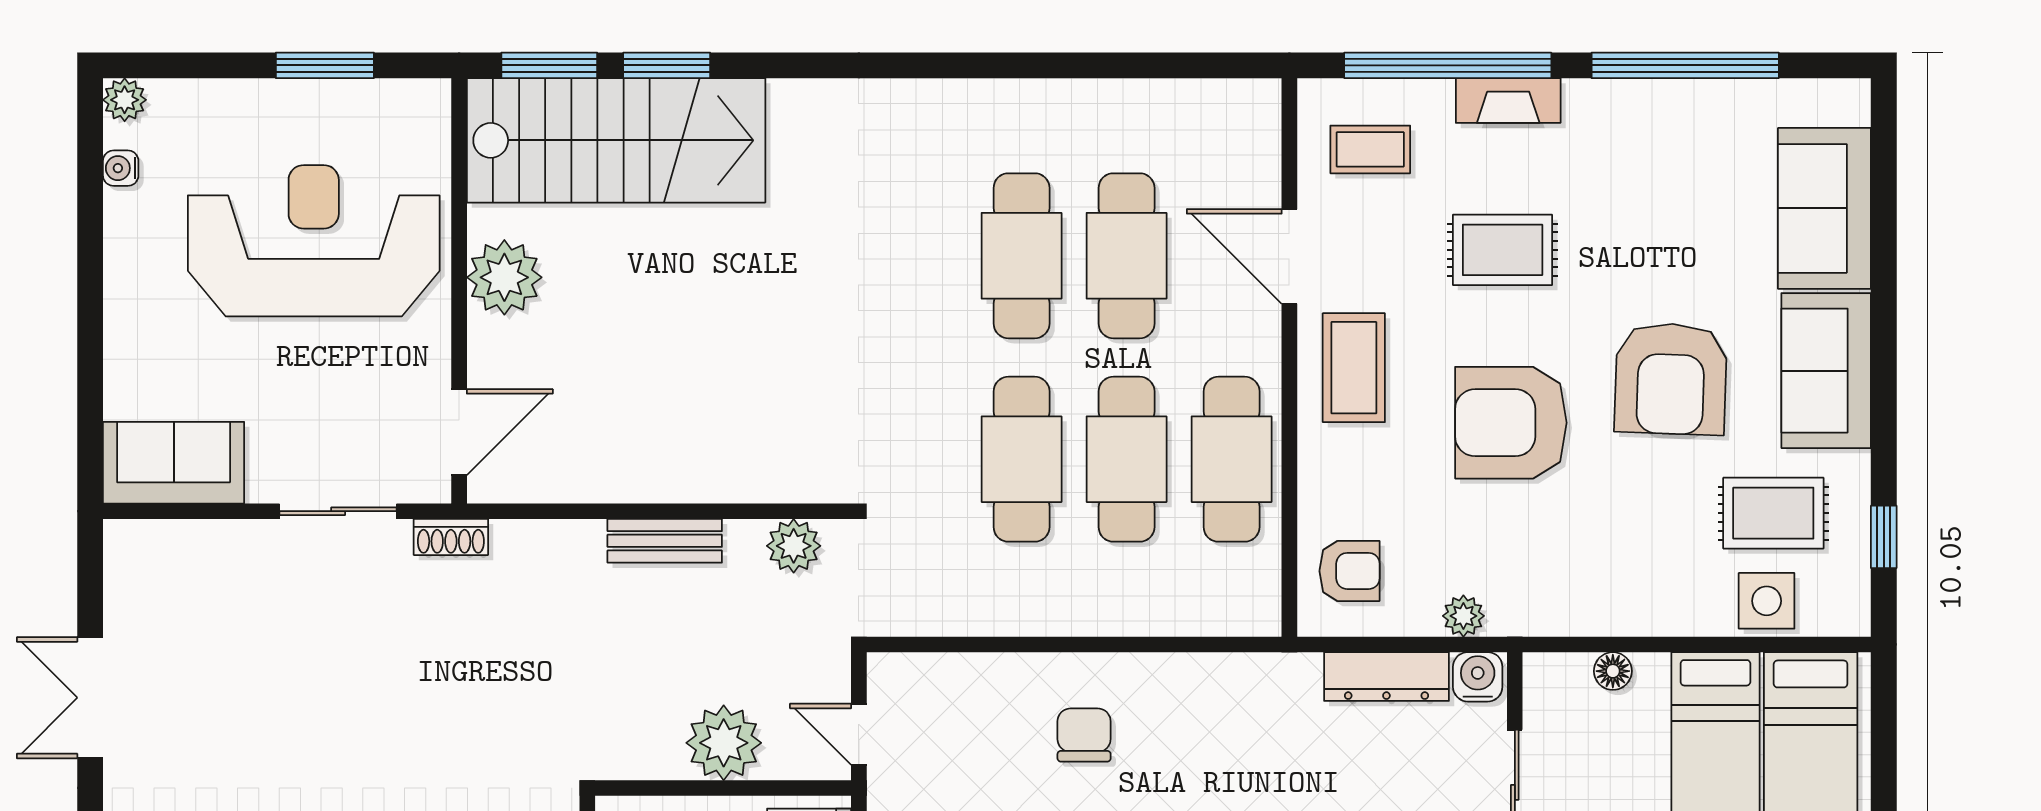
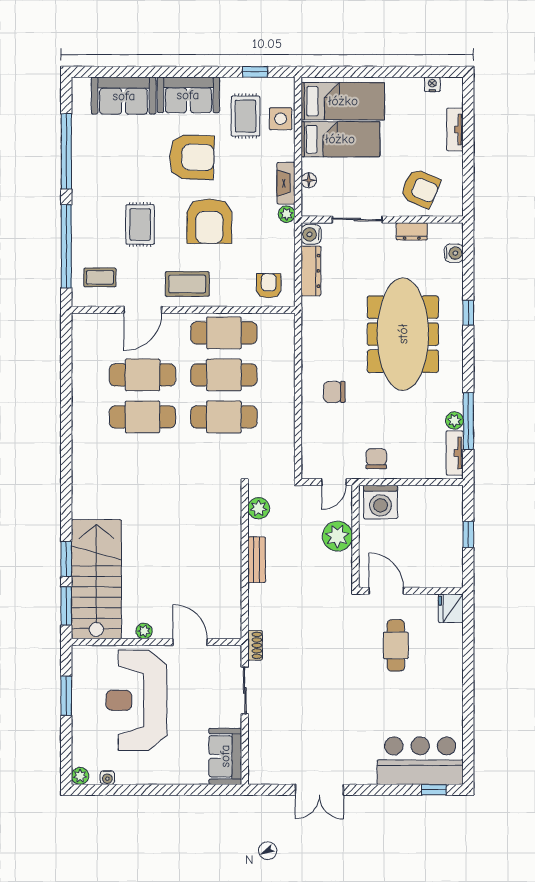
fireplace: (1508, 101) -> (286, 183), moved, turned 180
coffee table: (1370, 149) -> (100, 277), turned 90
plant: (504, 277) -> (144, 631), width x0.53, depth x0.53
door: (459, 432) -> (190, 642), moved
plant: (1463, 616) -> (287, 214), moved

